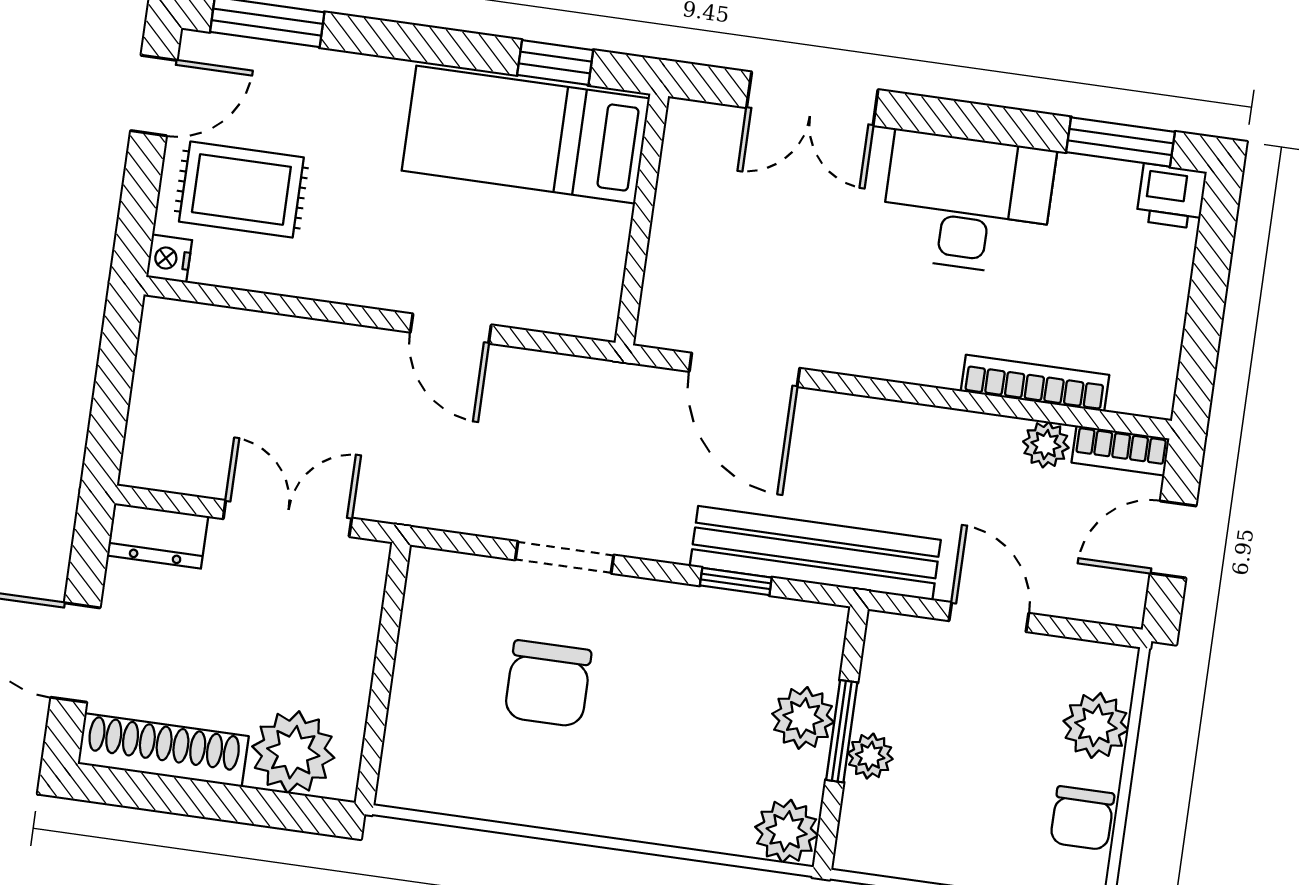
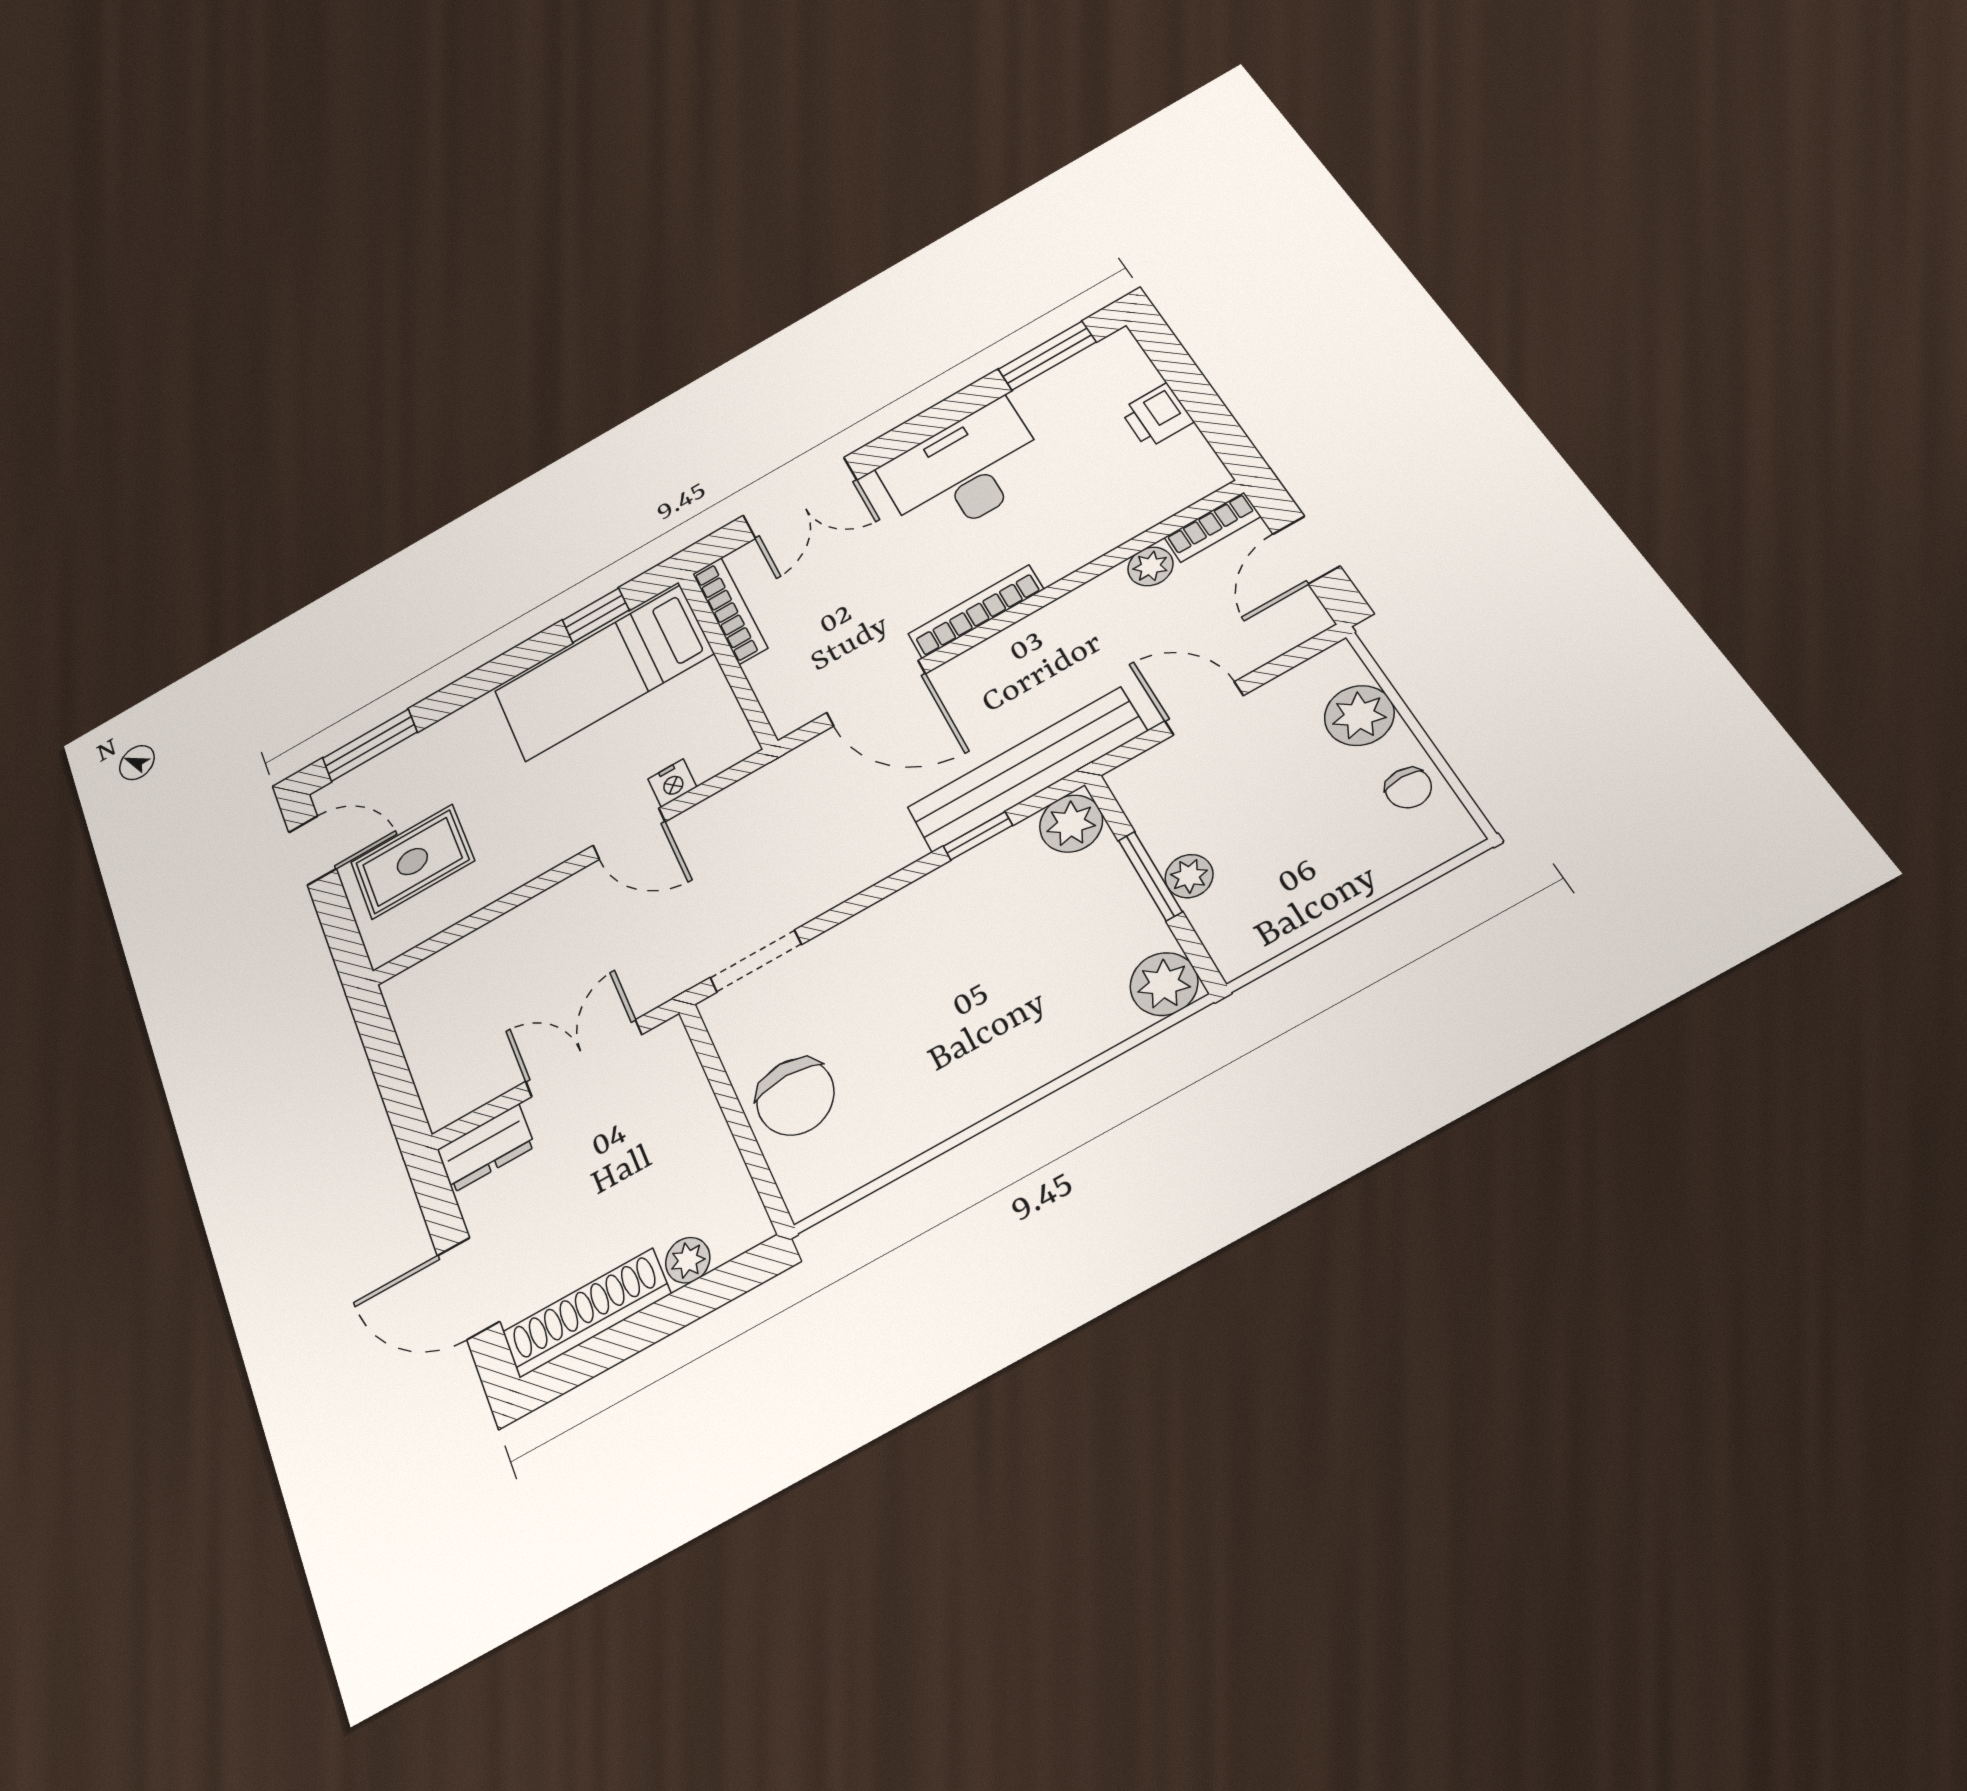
door: (154, 96) -> (312, 850), hinge flipped
bookcase: (676, 168) -> (730, 611), added
printer: (1171, 196) -> (1157, 416), moved, turned 90
nightstand: (169, 258) -> (672, 783), moved, turned -90
bookcase: (1035, 383) -> (976, 612), moved
doorway: (565, 557) -> (756, 961), moved
chair: (548, 684) -> (795, 1097), moved
plant: (803, 718) -> (1071, 824), moved
plant: (293, 752) -> (688, 1260), width x0.53, depth x0.53
chair: (1082, 818) -> (1408, 788), width x0.73, depth x0.73

